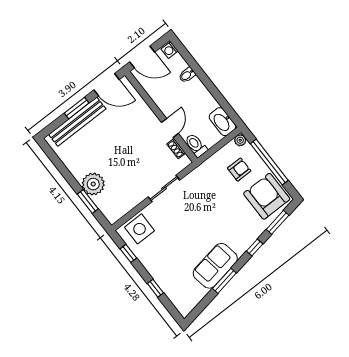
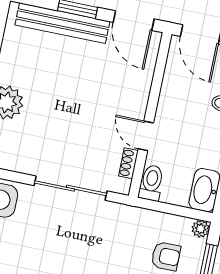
door: (170, 128) -> (146, 136), swing flipped
sliding door: (164, 188) -> (71, 188), width x1.37

